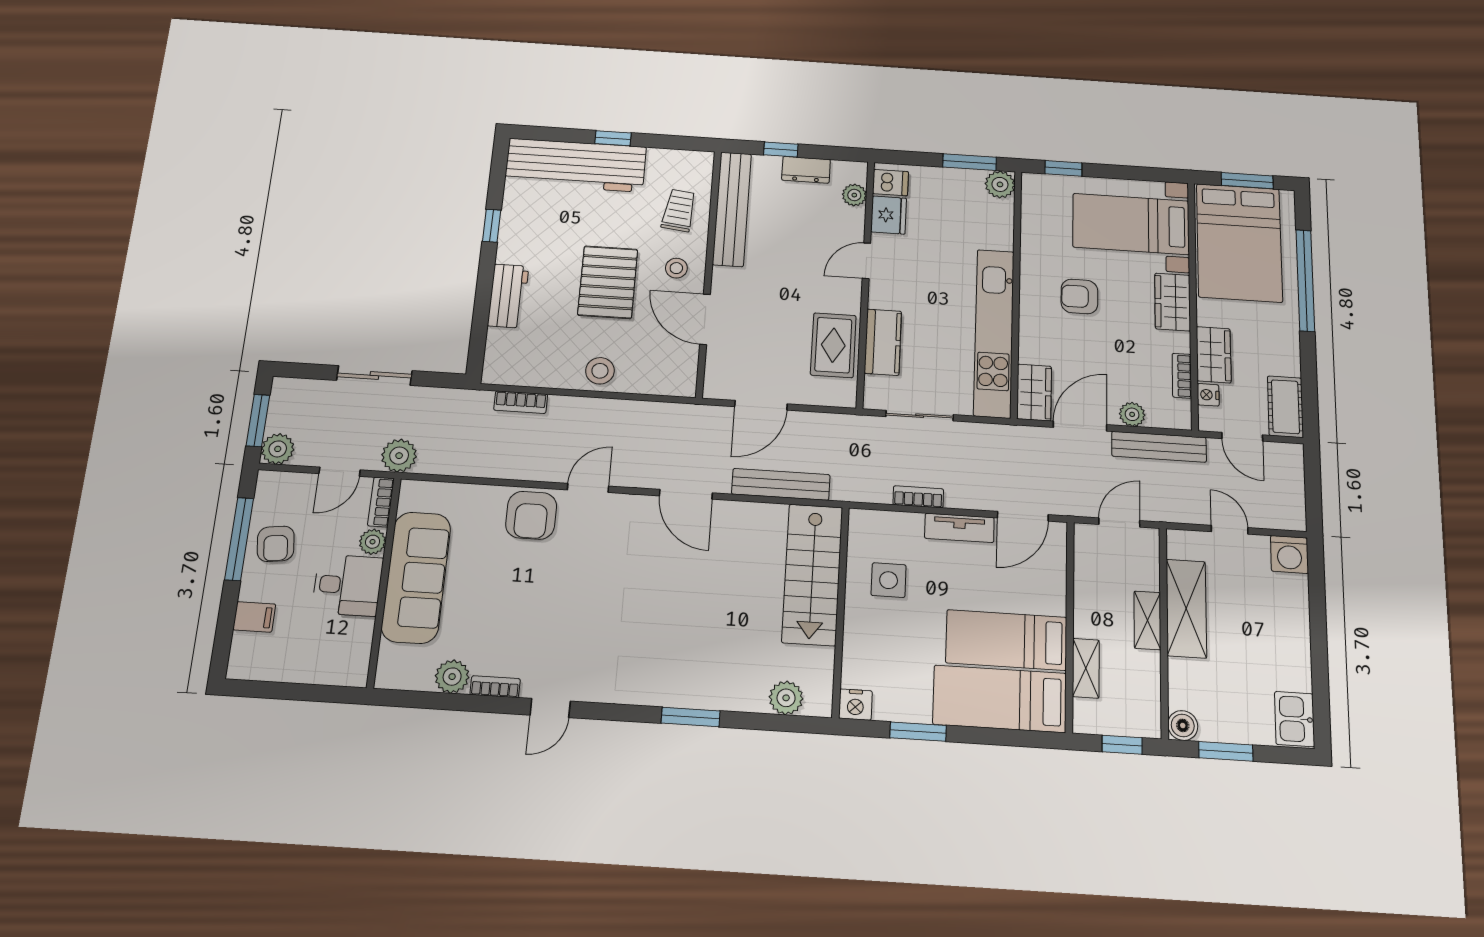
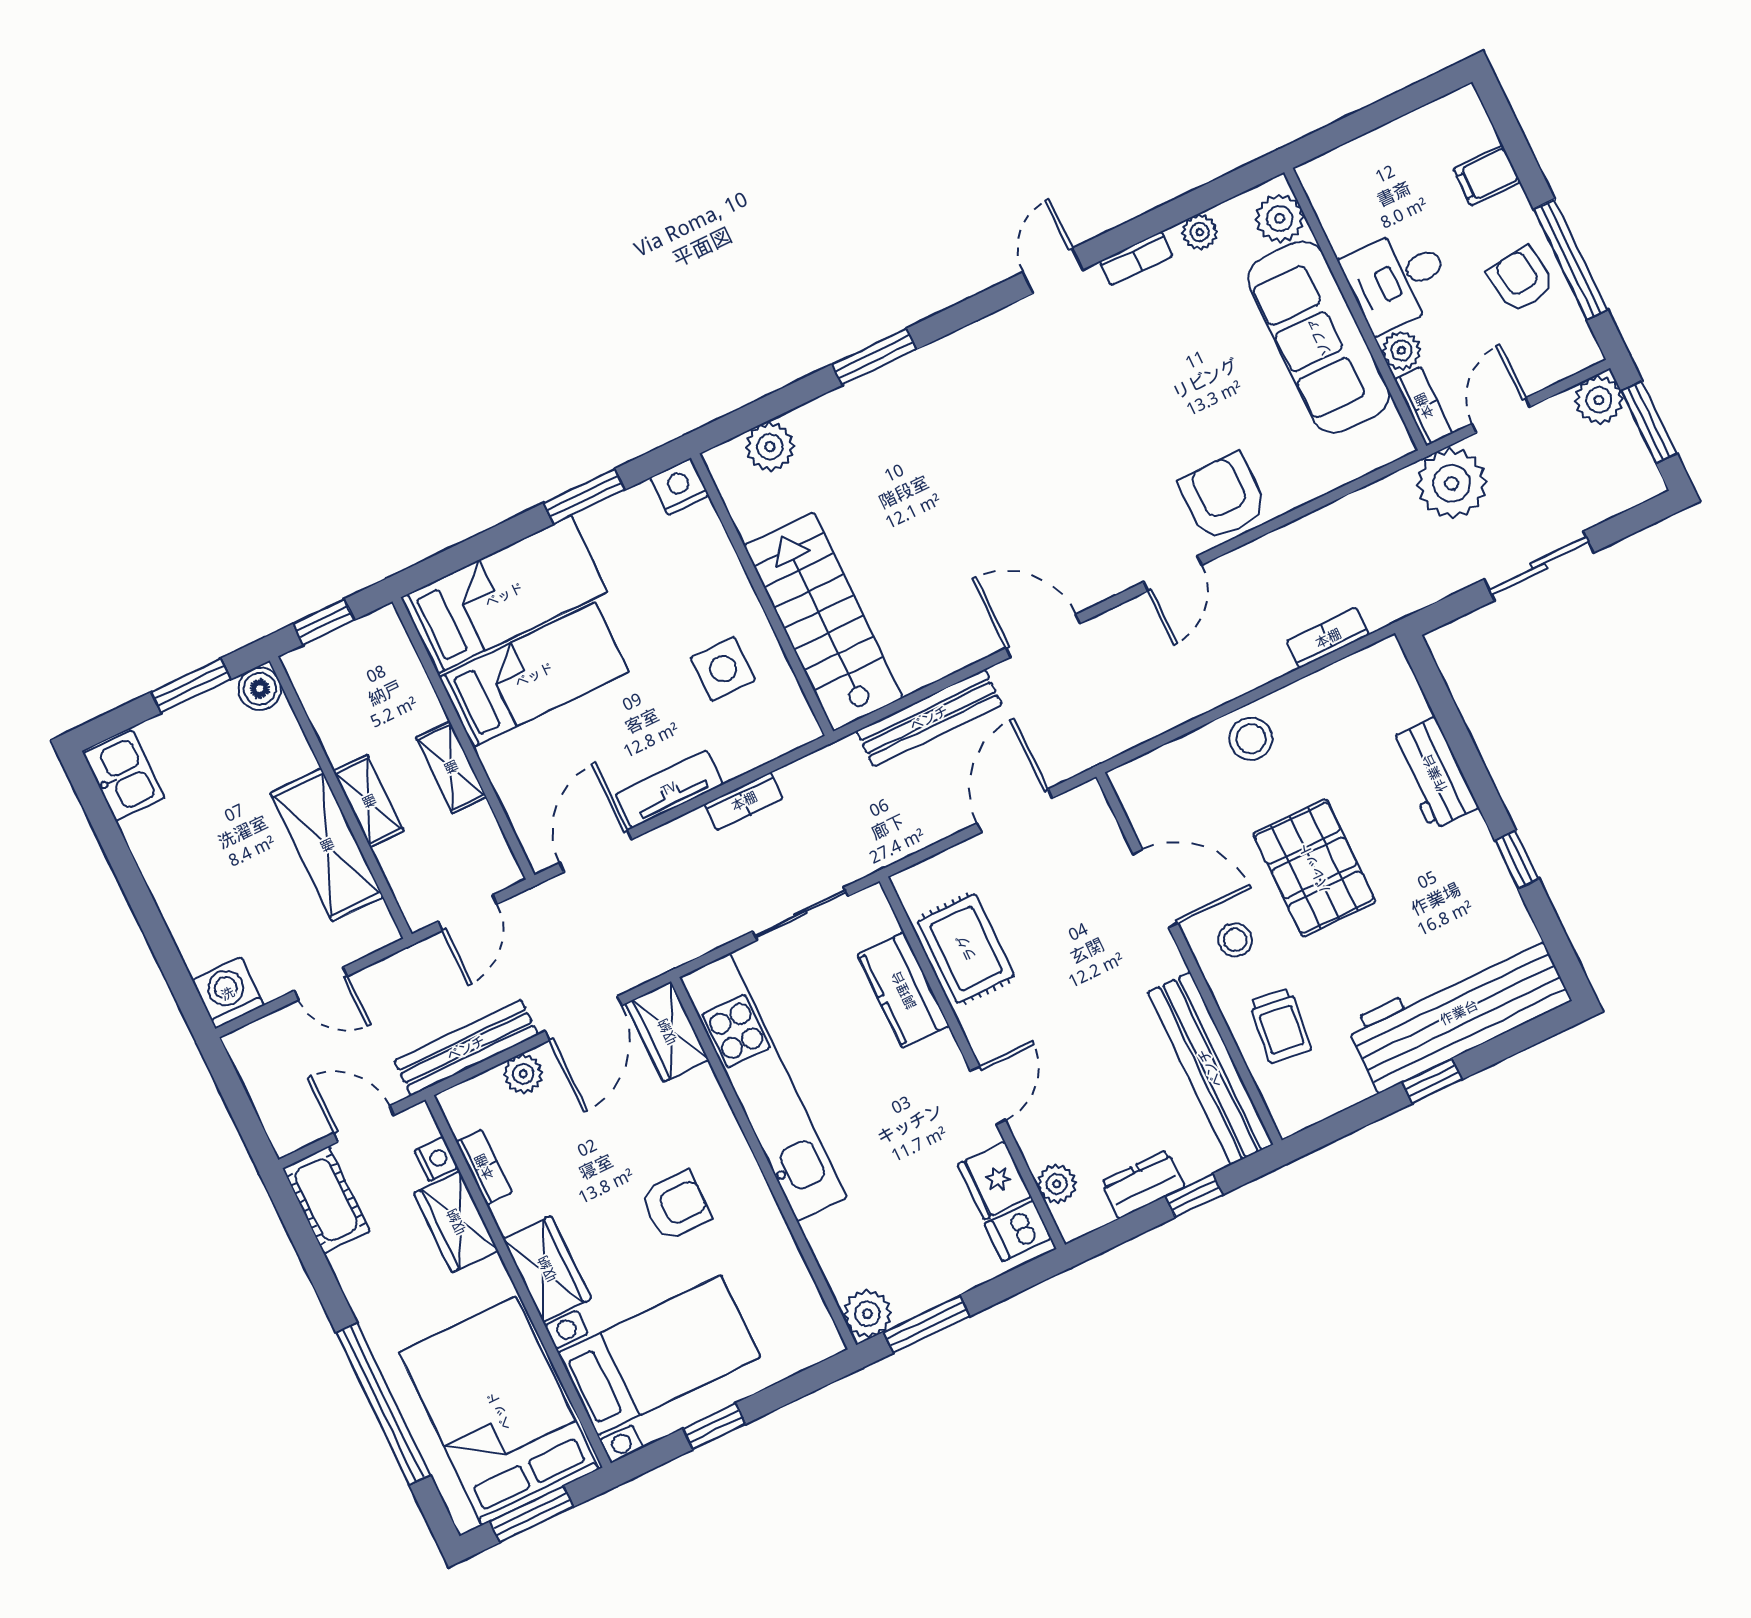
window: (1063, 168) -> (714, 1426), moved
plant: (399, 456) -> (1452, 483), width x1.36, depth x1.36
plant: (394, 662) -> (1280, 218), added
shelving: (1086, 668) -> (451, 767), moved
plant: (452, 677) -> (1200, 232), width x0.73, depth x0.73

